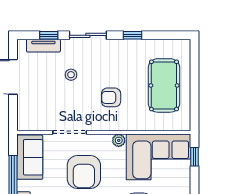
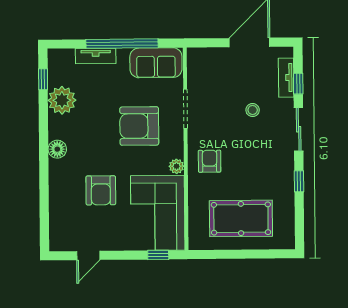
armchair: (111, 97) -> (210, 161), moved

